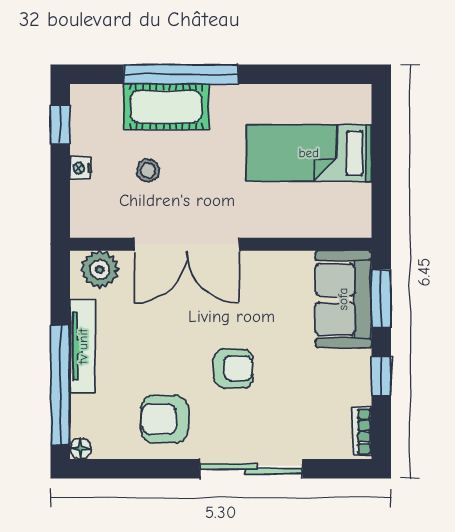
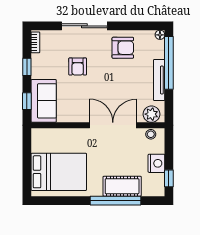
bed: (309, 153) -> (59, 172), width x1.50
nightstand: (80, 168) -> (156, 163), width x1.89, depth x1.79
stool: (148, 171) -> (151, 134), moved
window: (381, 299) -> (27, 101), width x0.67
armchair: (233, 368) -> (78, 66), moved, turned -90

